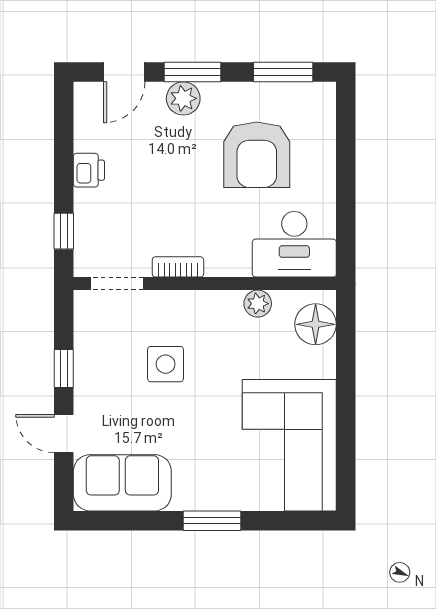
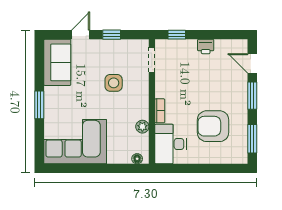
plant: (183, 98) -> (240, 91), removed
bookcase: (178, 267) -> (160, 111), moved
floor lamp: (316, 324) -> (137, 159), width x0.53, depth x0.53

